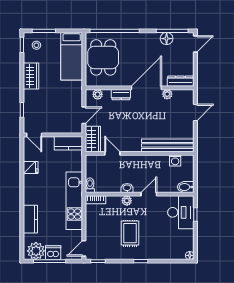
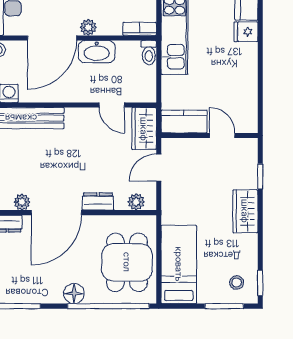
floor lamp: (167, 39) -> (74, 294), moved
wardrobe: (31, 76) -> (245, 211), moved
door: (34, 135) -> (222, 135), moved
fridge: (31, 167) -> (246, 32), moved
washbasin: (127, 188) -> (97, 52), width x1.91, depth x1.45
door: (149, 194) -> (52, 38), width x1.88

